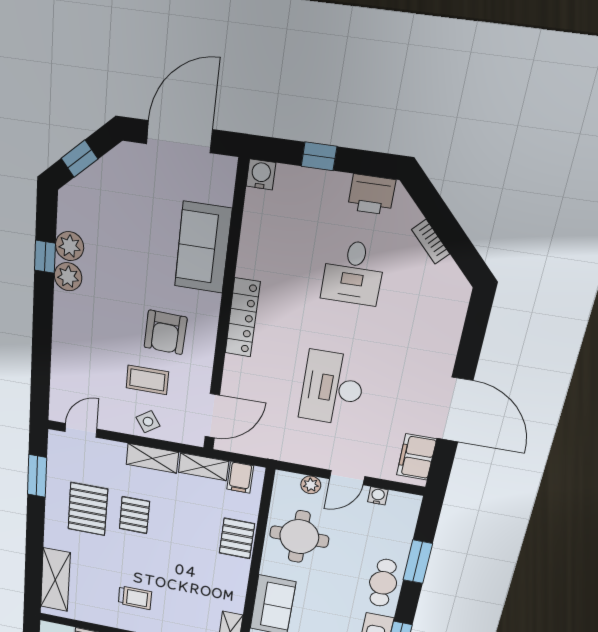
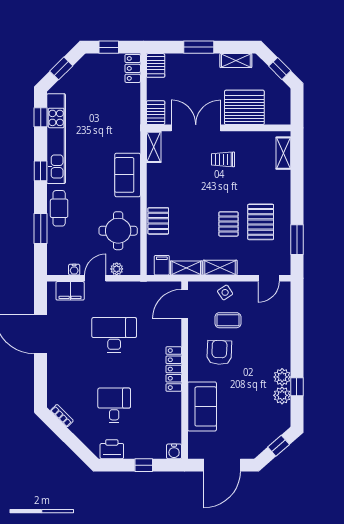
bookcase: (431, 242) -> (62, 416), moved
desk: (332, 388) -> (114, 335), turned -90
filing cabinet: (417, 457) -> (70, 291), moved, turned 90
shelving: (55, 580) -> (283, 153), width x0.67, depth x0.75

